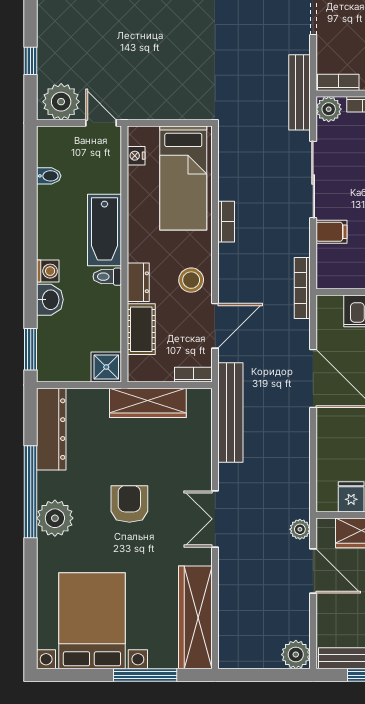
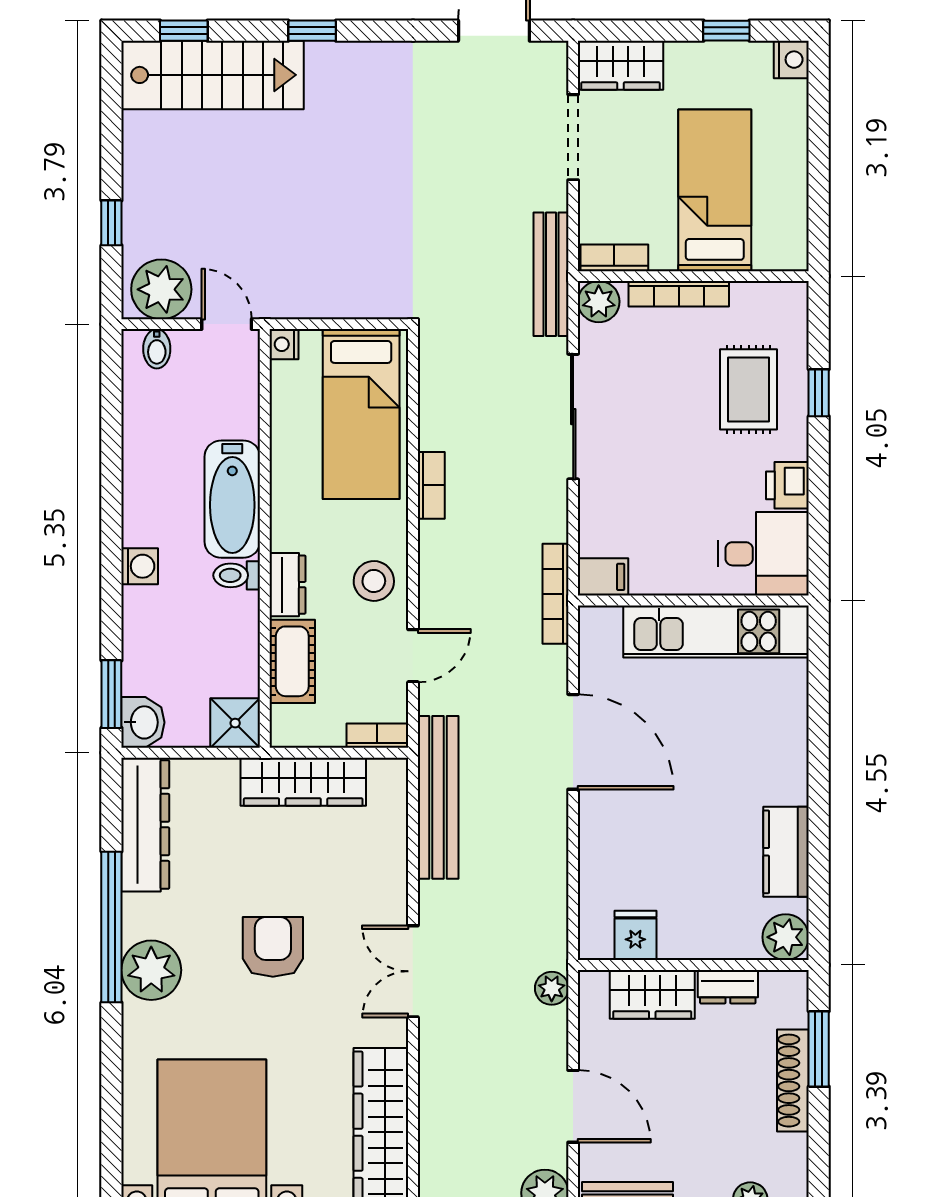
nightstand: (136, 156) -> (284, 344), moved
bidet: (49, 176) -> (157, 349), moved, turned 90
filing cabinet: (331, 232) -> (603, 577), moved
washbasin: (50, 300) -> (143, 722), moved
door: (215, 326) -> (413, 656), width x0.73
door: (313, 571) -> (573, 1106), moved

